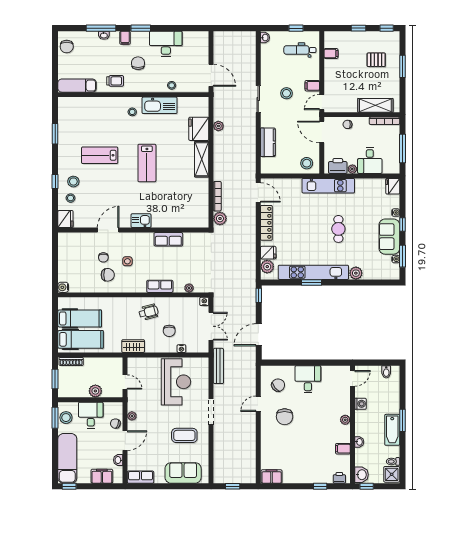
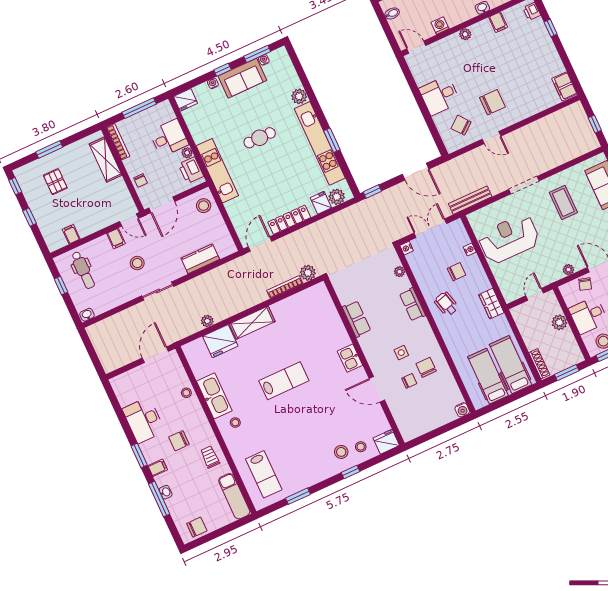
lab bench: (100, 155) -> (264, 474), moved

